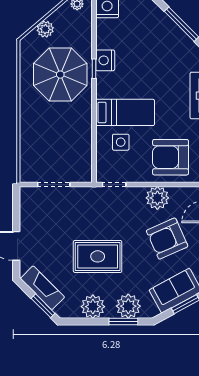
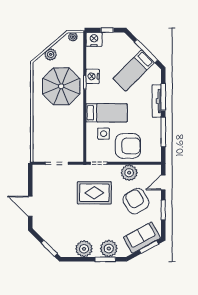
bed: (164, 52) -> (134, 71), added
armchair: (171, 157) -> (128, 146), moved, turned 180
armchair: (167, 239) -> (136, 201), turned 83
rug: (98, 256) -> (94, 193), moved
fireplace: (42, 288) -> (49, 236), removed

